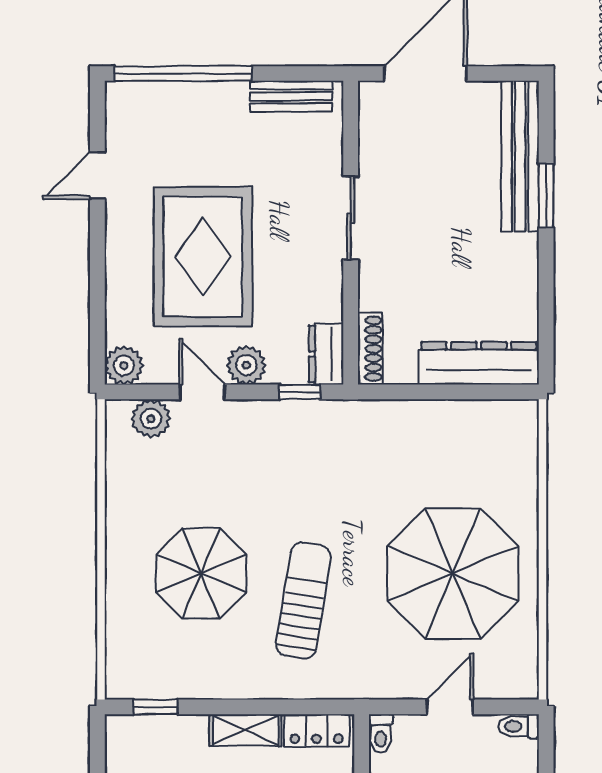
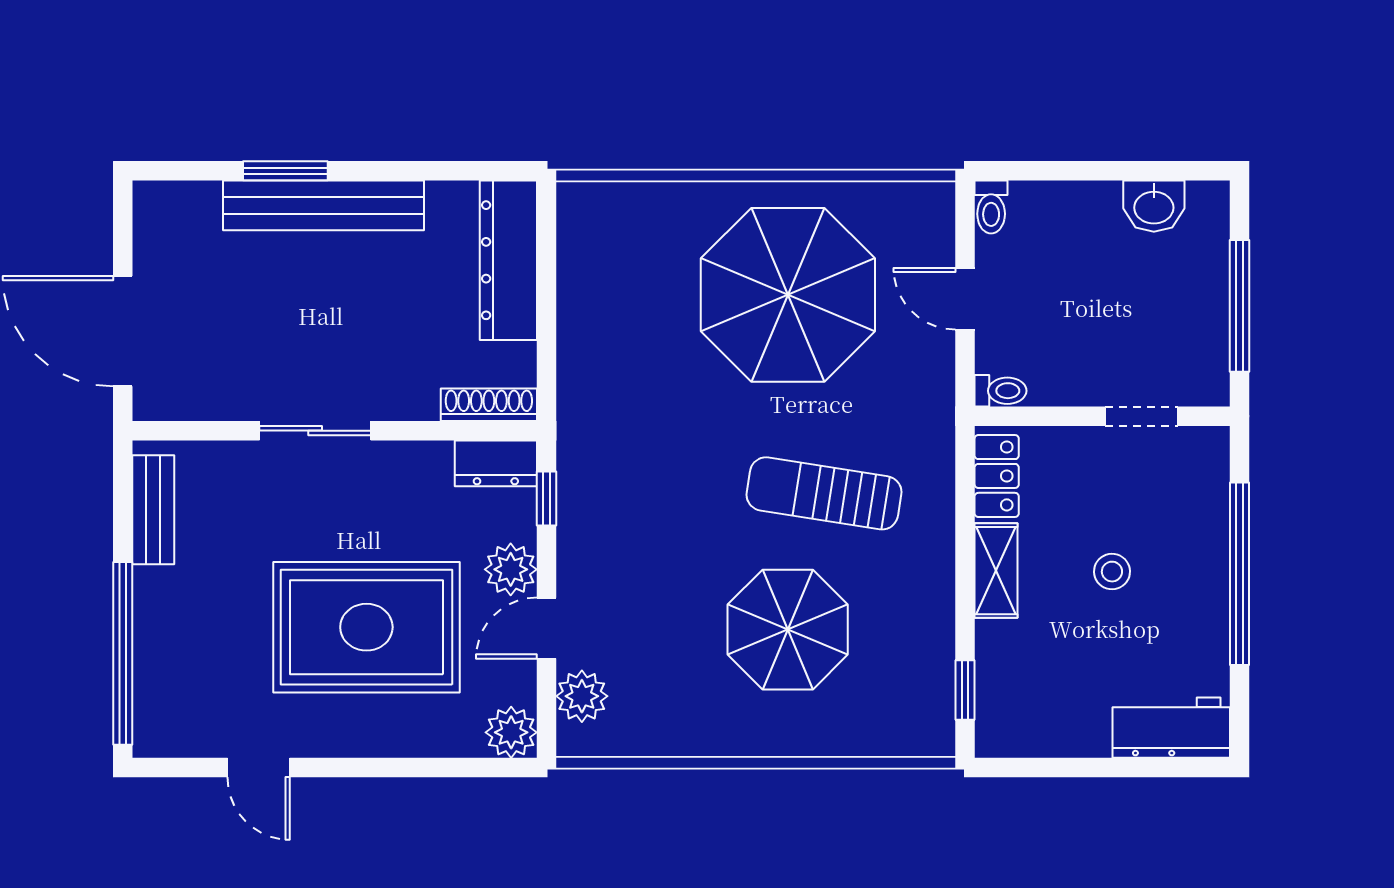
bench: (520, 156) -> (323, 205), moved

